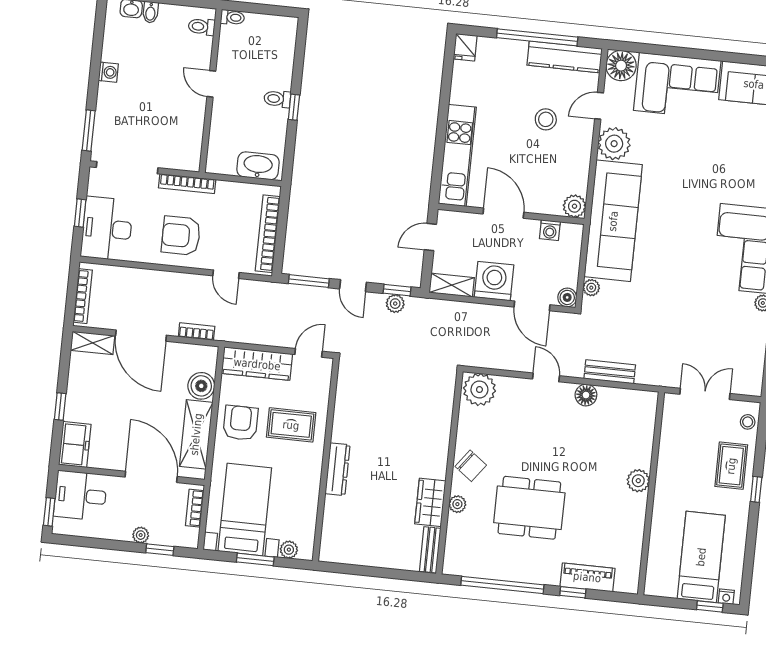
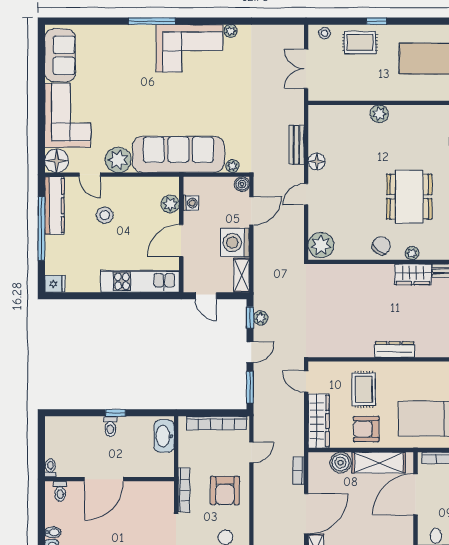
door: (211, 84) -> (104, 479), width x1.87
plant: (574, 206) -> (170, 204), moved

